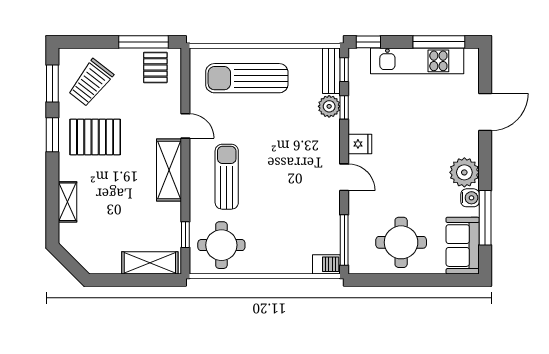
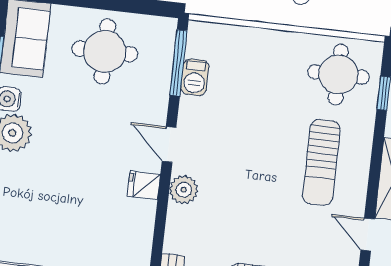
plant: (329, 106) -> (184, 190), moved
window: (344, 107) -> (159, 235), removed
barbecue: (326, 264) -> (195, 77), moved, turned -90

